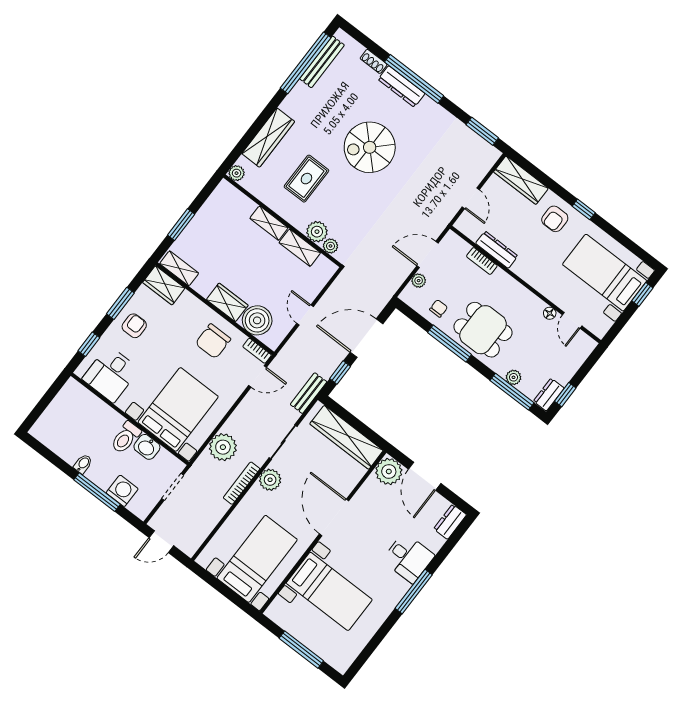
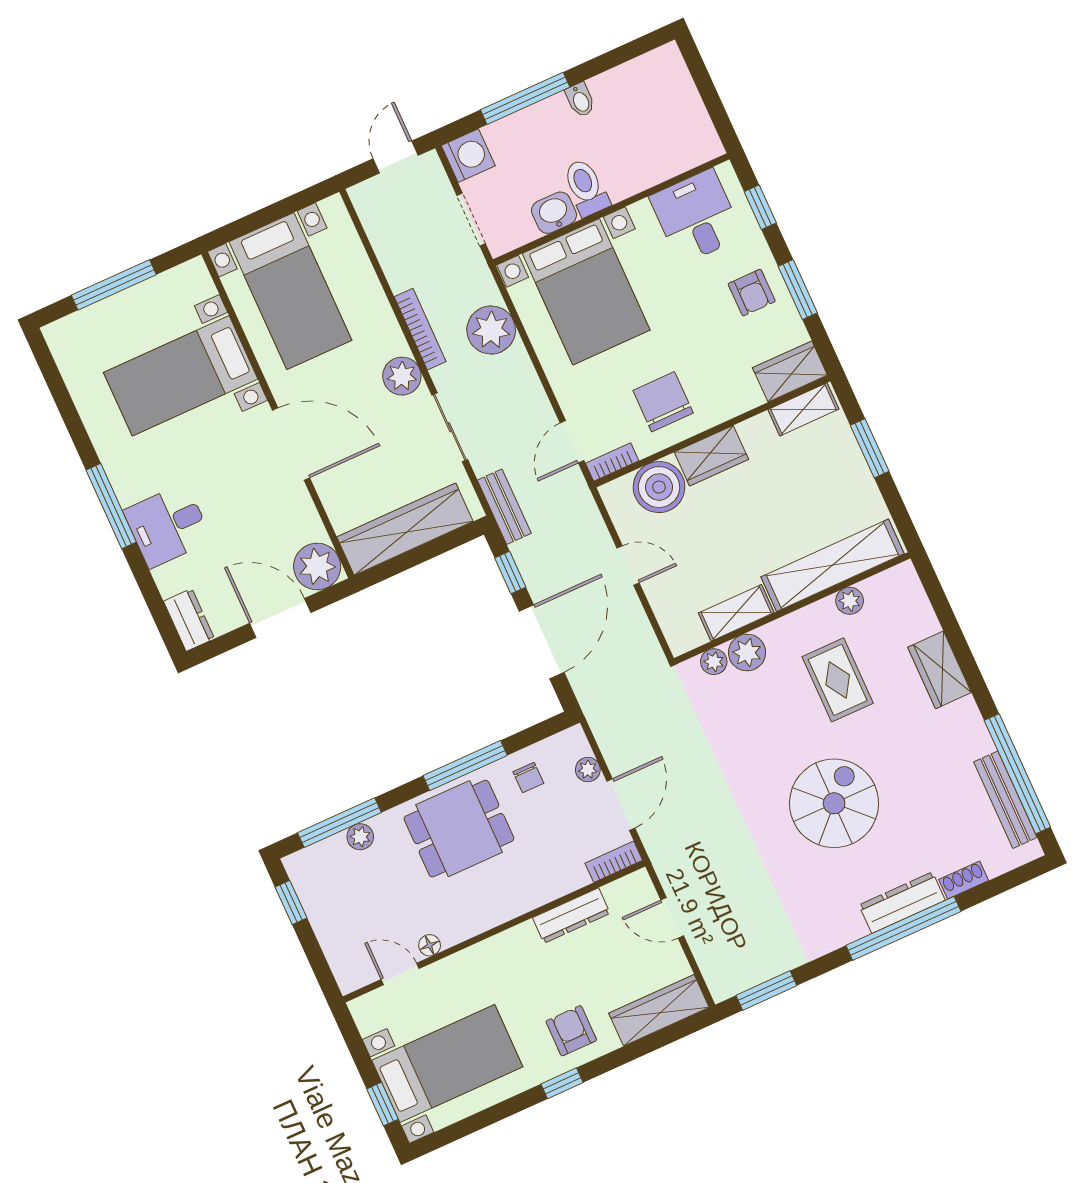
wardrobe: (268, 138) -> (940, 670), width x0.67
plant: (237, 173) -> (850, 601), moved
shelving: (269, 223) -> (833, 565), width x2.20, depth x1.33
bookcase: (482, 261) -> (614, 862), moved
dresser: (549, 395) -> (304, 877), removed
washing machine: (122, 491) -> (468, 156), moved, turned -90

